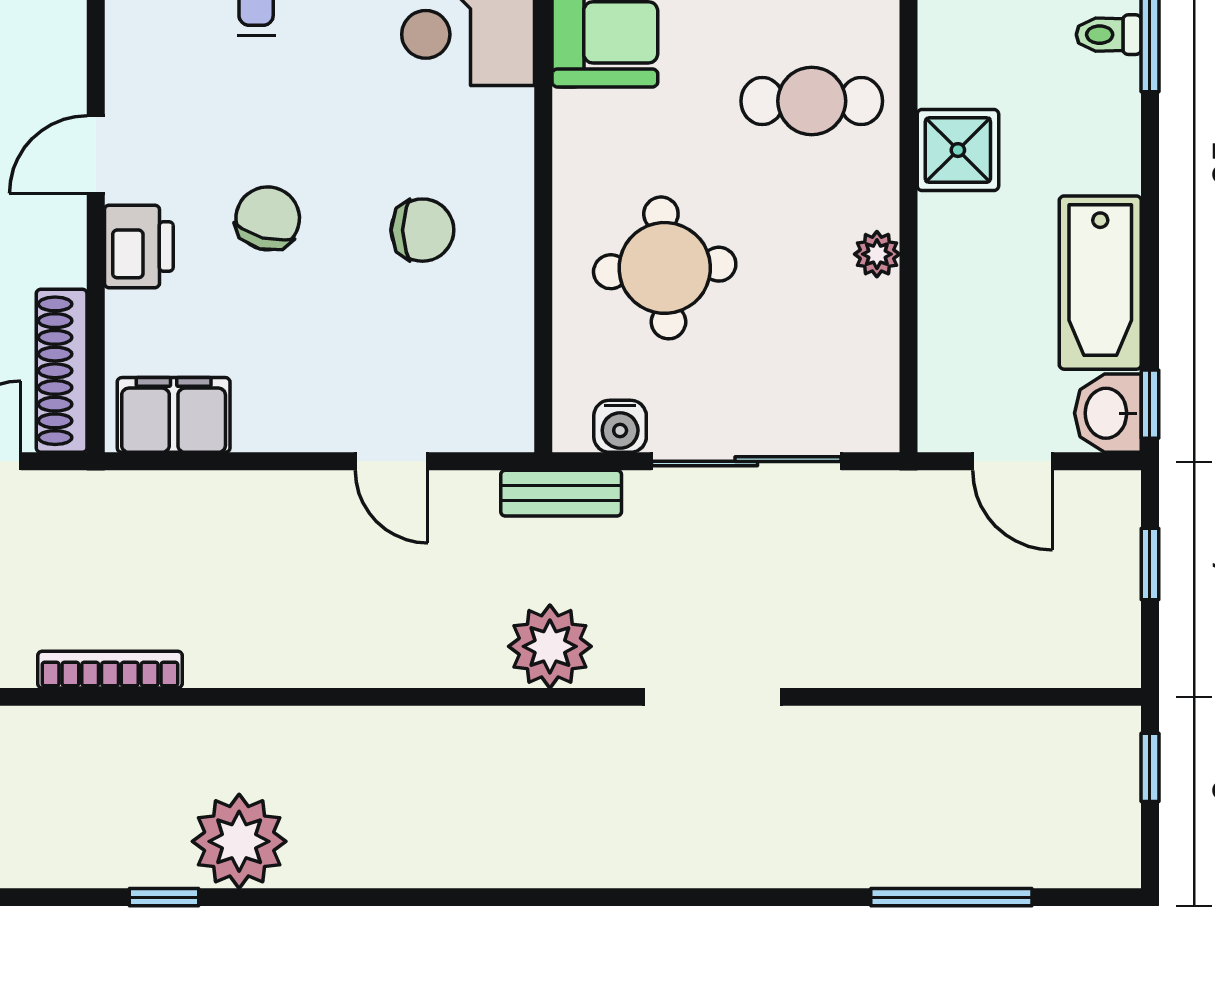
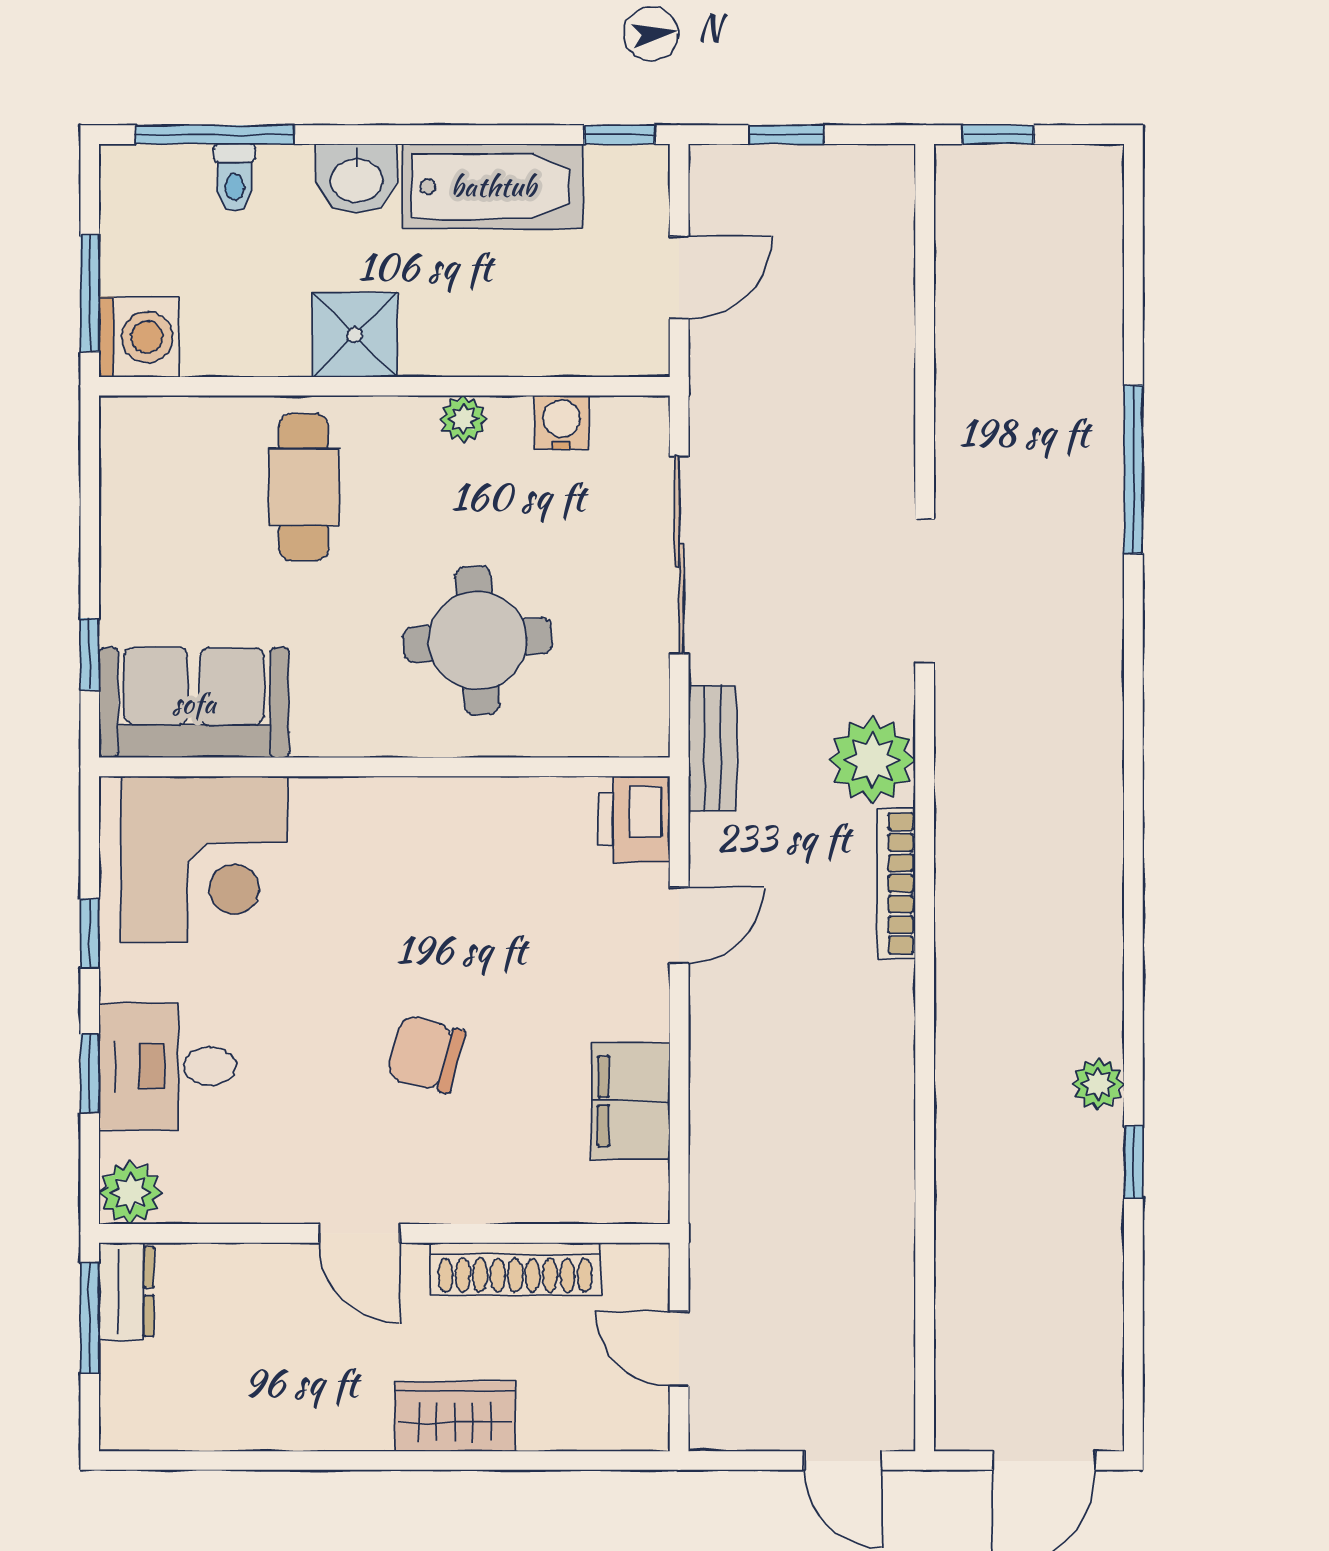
chair: (422, 230) -> (438, 893), removed
printer: (139, 246) -> (634, 819), moved, turned -90
shoe rack: (62, 371) -> (515, 1269), moved
washbasin: (1108, 413) -> (357, 178), moved
filing cabinet: (174, 415) -> (631, 1101), moved
water cooler: (620, 426) -> (562, 423), moved, turned -90
bookcase: (110, 670) -> (896, 884), moved
plant: (239, 841) -> (1098, 1084), width x0.53, depth x0.53
window: (951, 897) -> (1133, 470), moved

